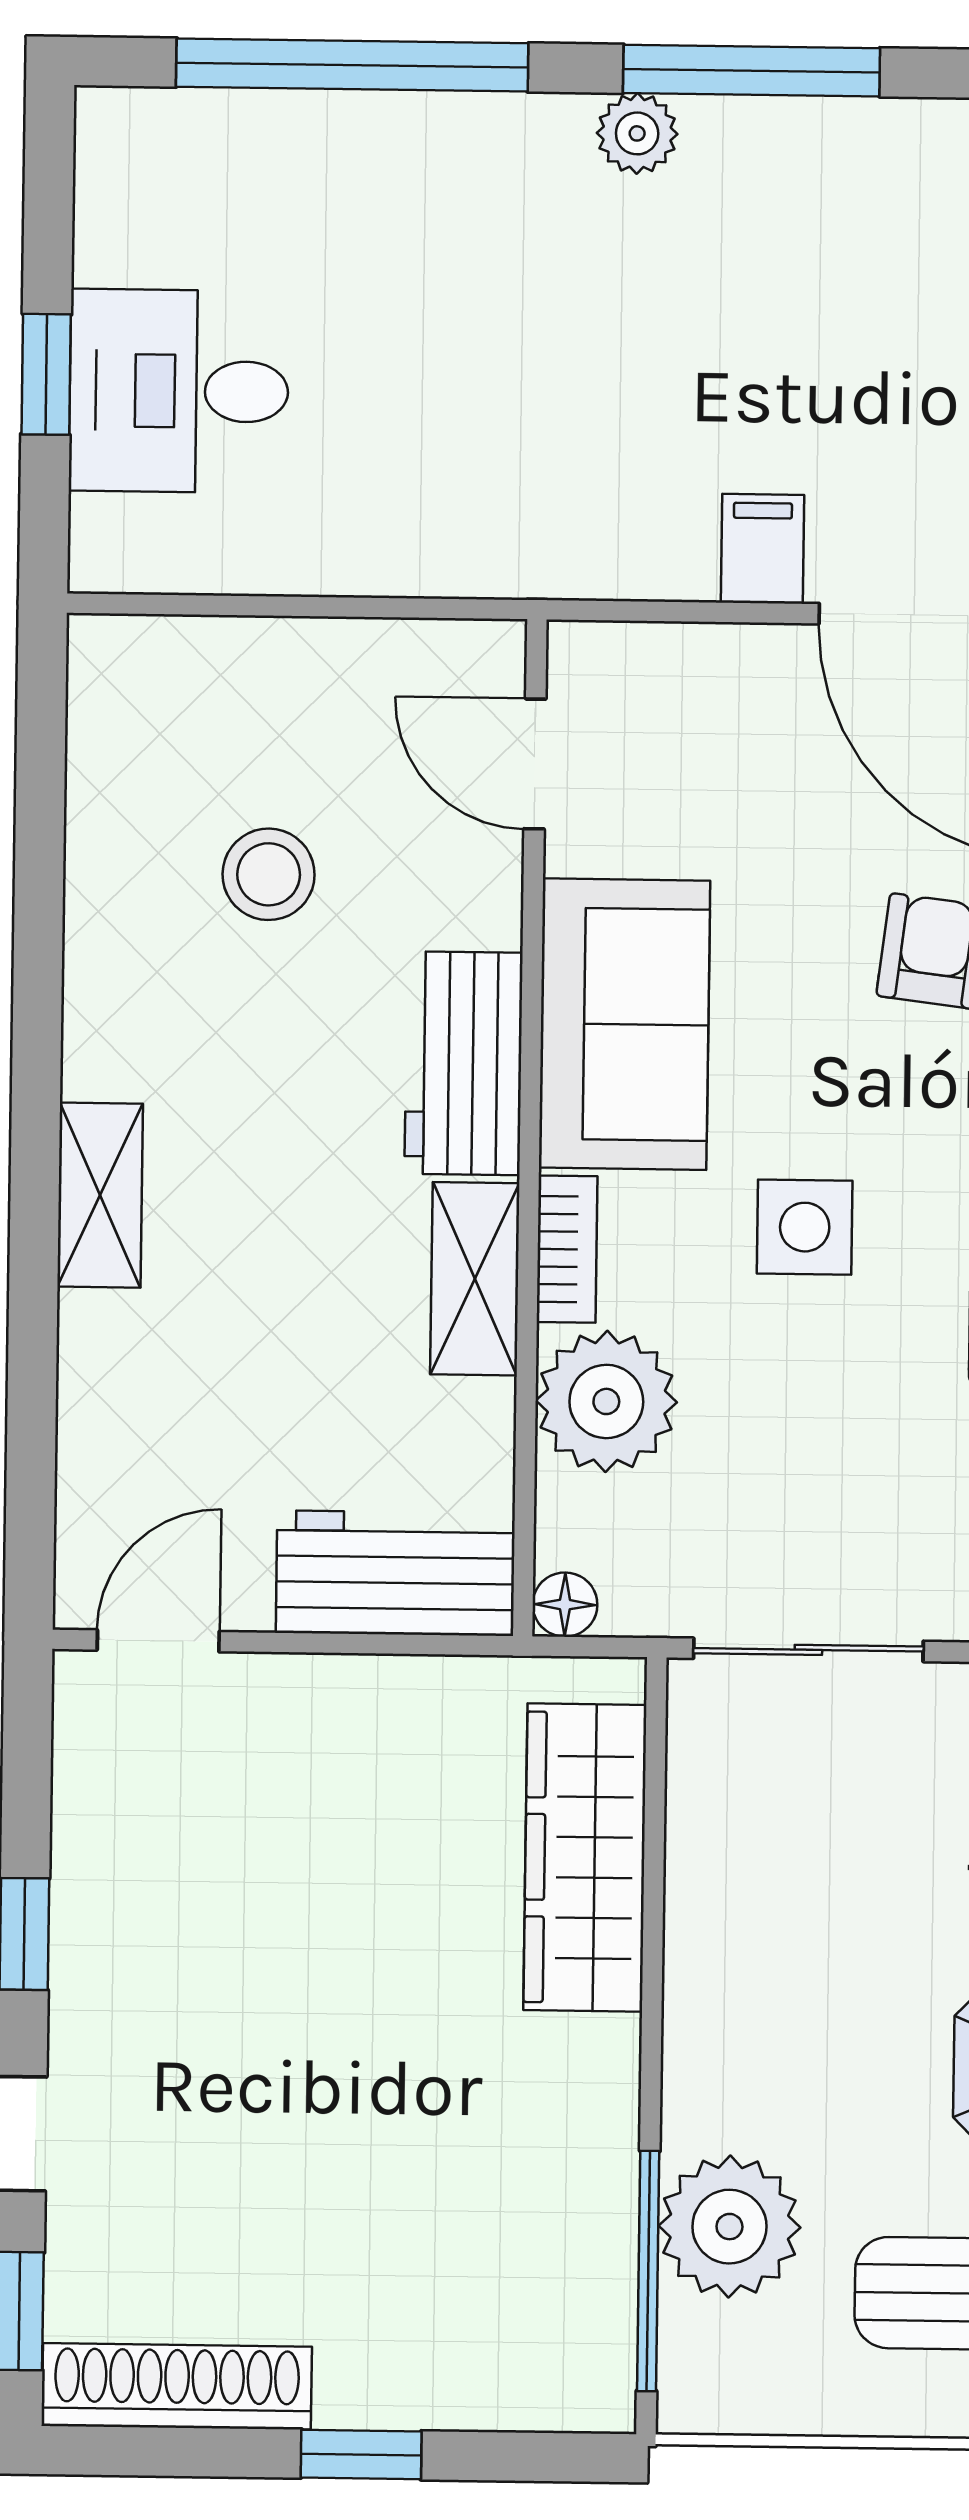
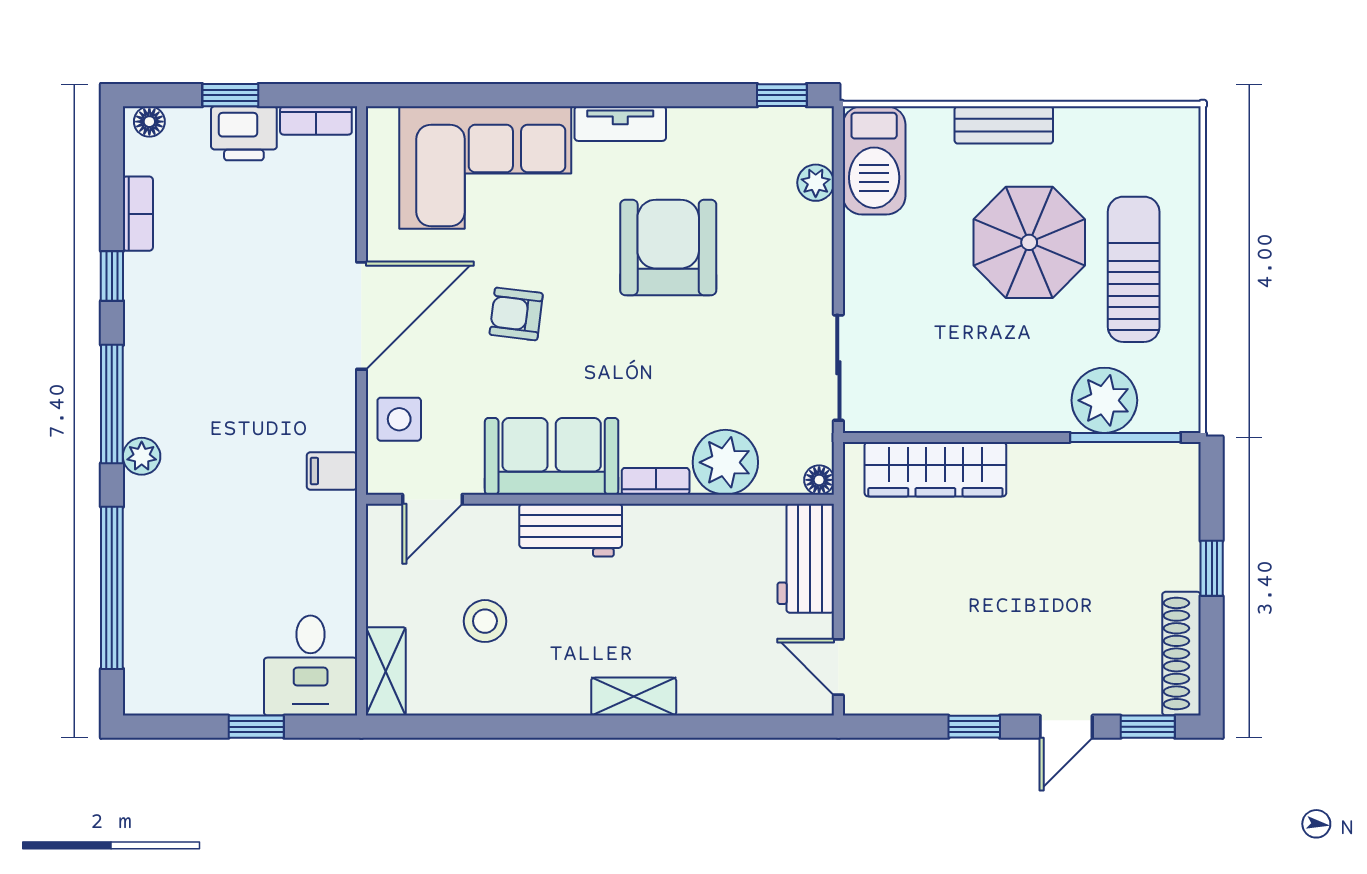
desk: (179, 391) -> (311, 665), moved
filing cabinet: (762, 549) -> (332, 471), moved
side table: (805, 1227) -> (399, 419), moved
shelving: (475, 1279) -> (386, 671), moved, turned 90

